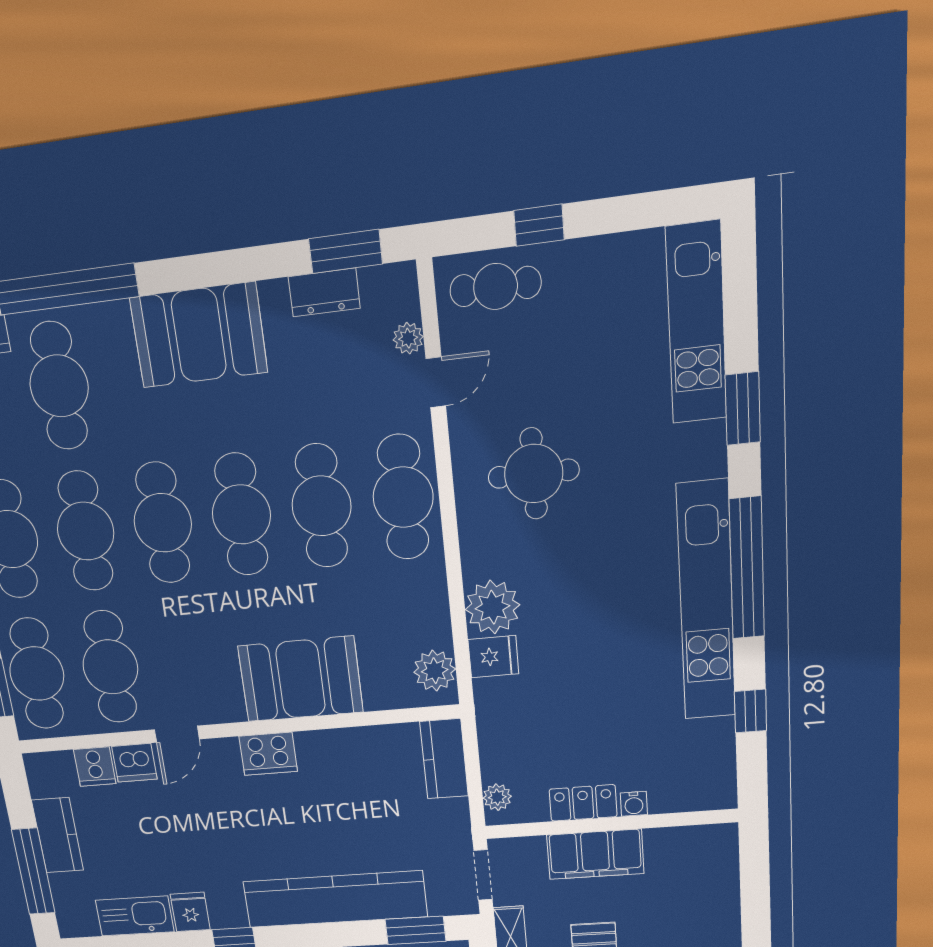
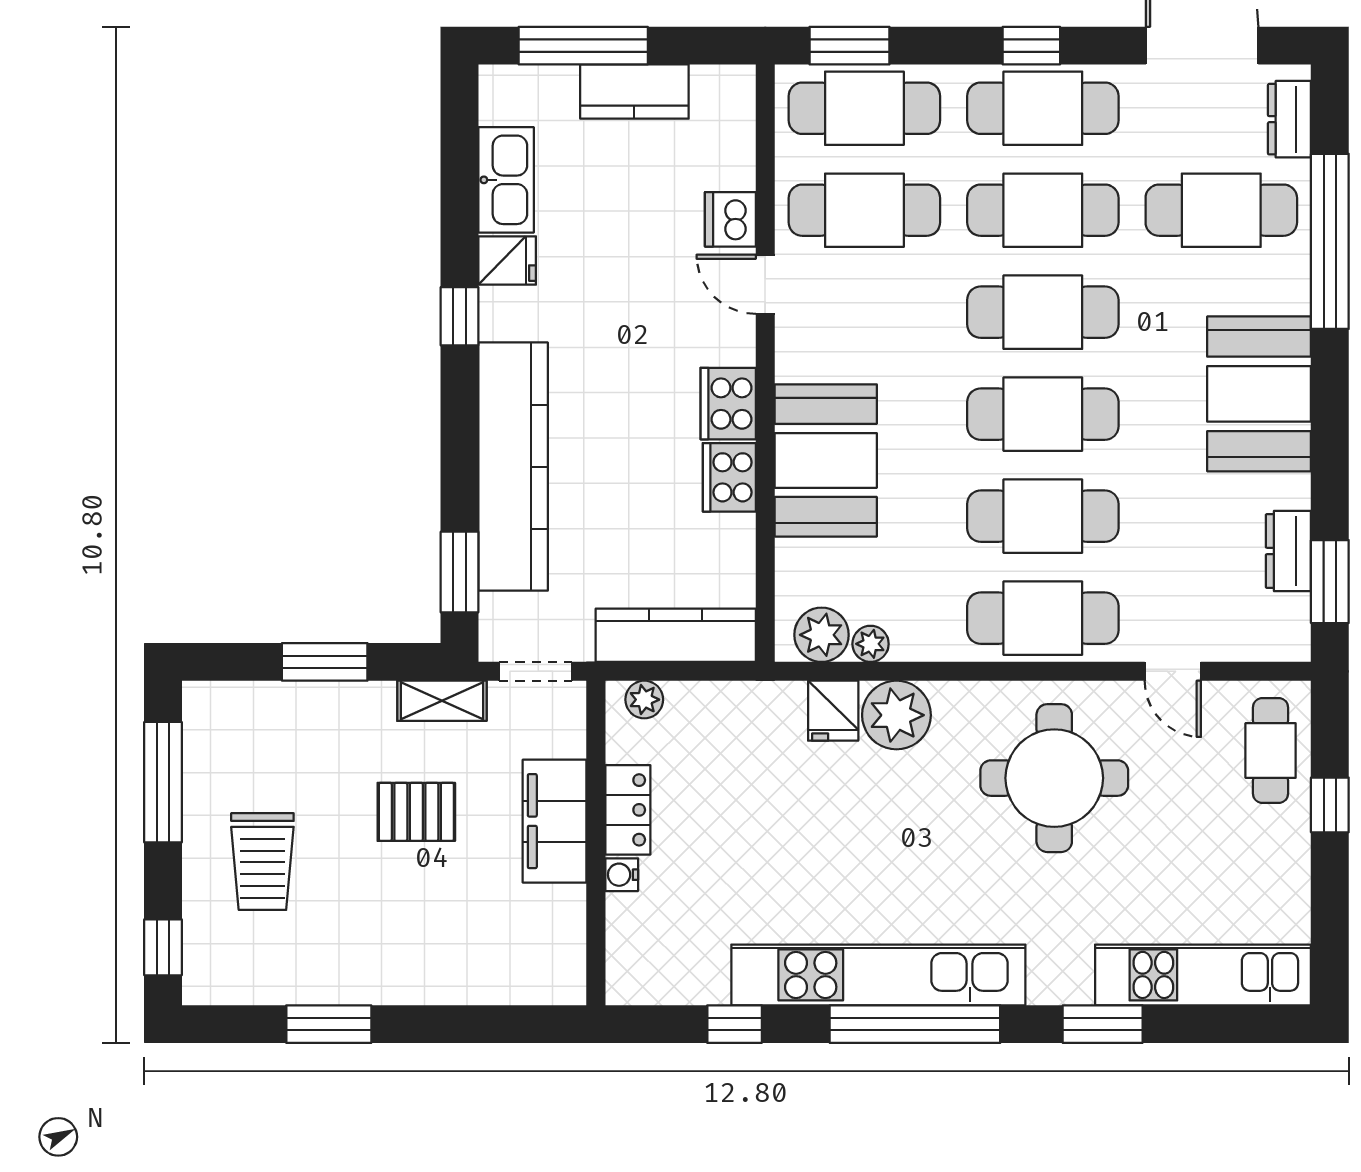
plant: (408, 338) -> (871, 644), moved
round table: (534, 474) -> (1054, 778), width x1.36, depth x1.36
kitchen counter: (444, 759) -> (676, 635), width x1.50
cooker: (95, 767) -> (729, 477), moved, width x1.36

